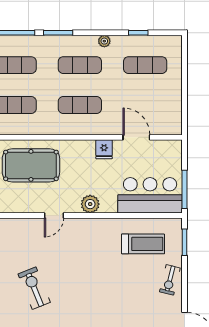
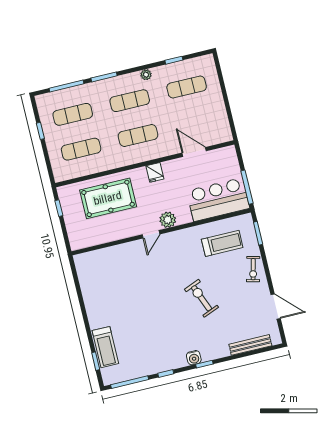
fridge: (104, 149) -> (155, 172), moved
door: (54, 216) -> (151, 234), moved
exercise bike: (34, 288) -> (201, 298), moved

